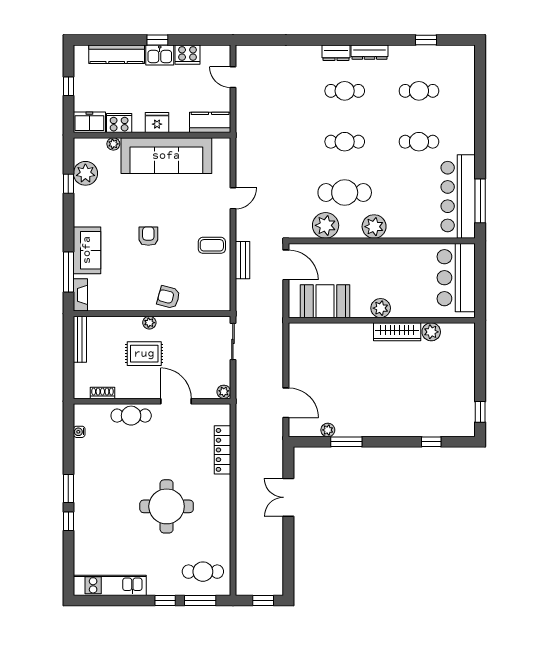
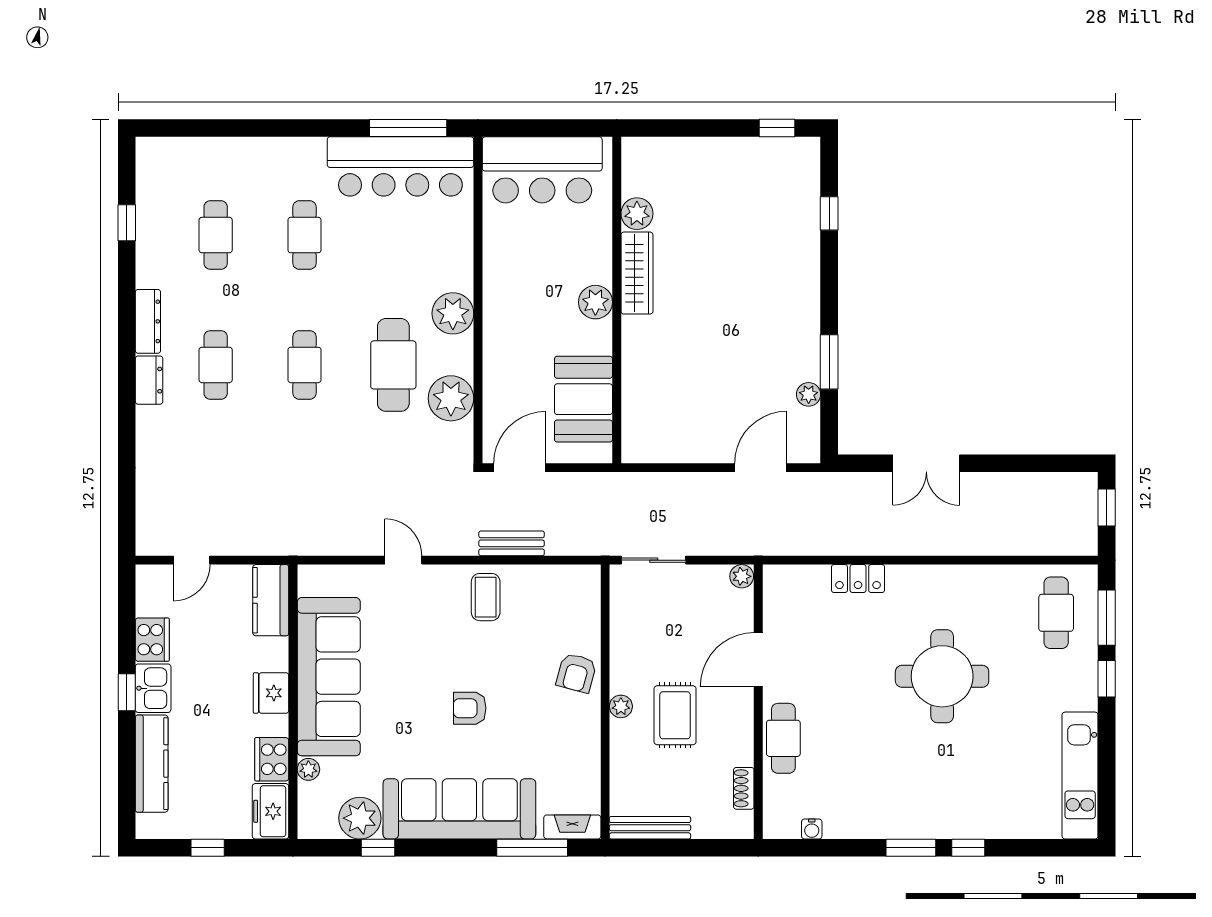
sofa: (87, 250) -> (459, 809), width x1.85, depth x1.27
locker: (222, 450) -> (858, 579), width x0.66

